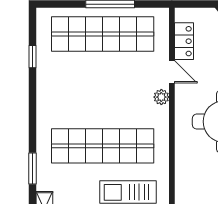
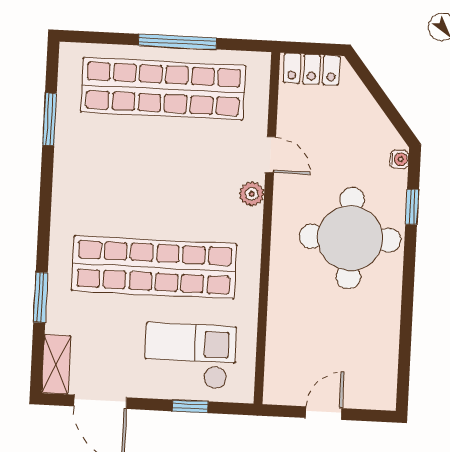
locker: (184, 41) -> (312, 69), moved, turned 90
window: (33, 57) -> (50, 119), width x1.50

